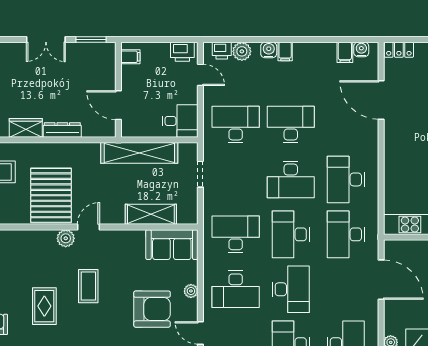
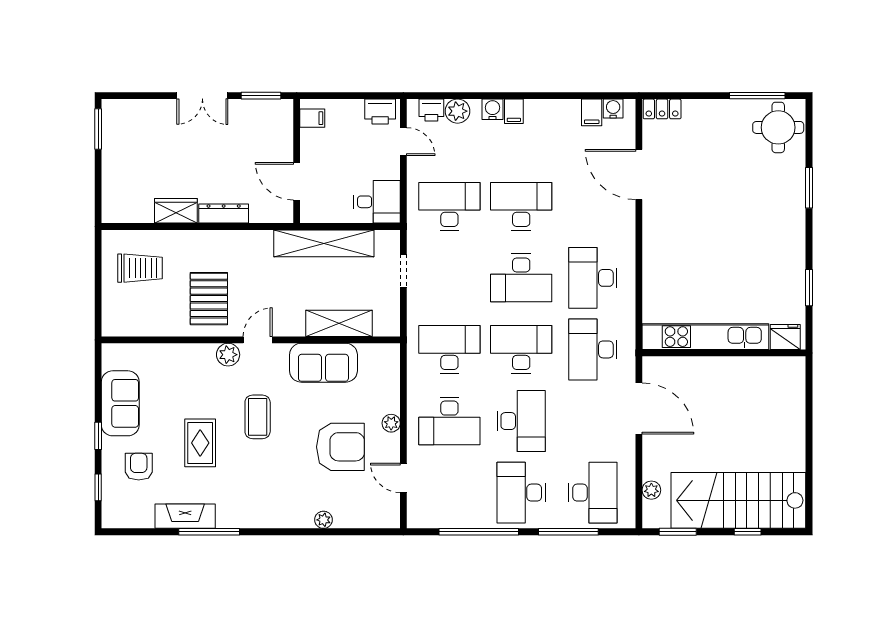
pallet: (51, 195) -> (209, 299), width x0.73, depth x0.71
desk: (291, 234) -> (521, 349), turned 90
sofa: (172, 245) -> (323, 363), moved

